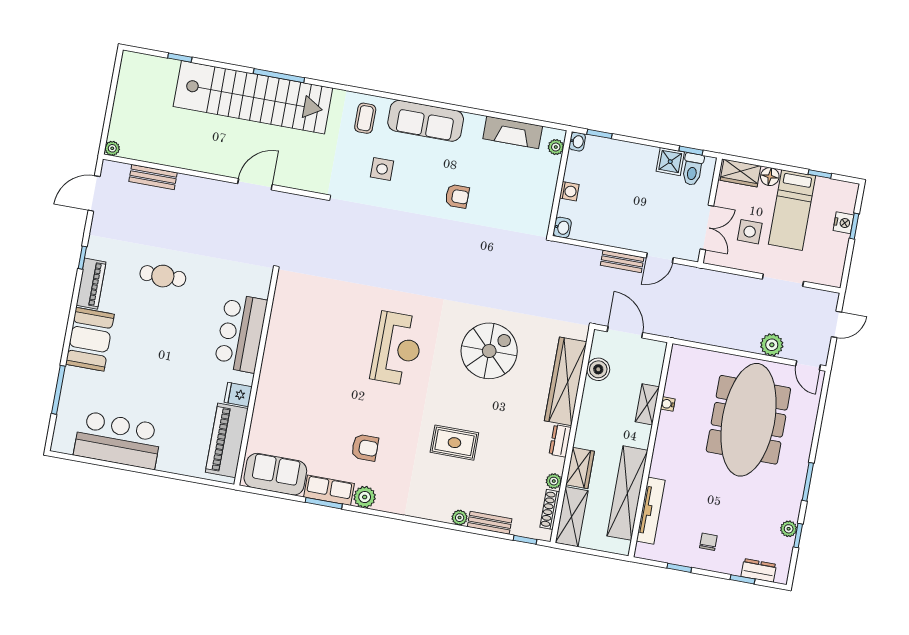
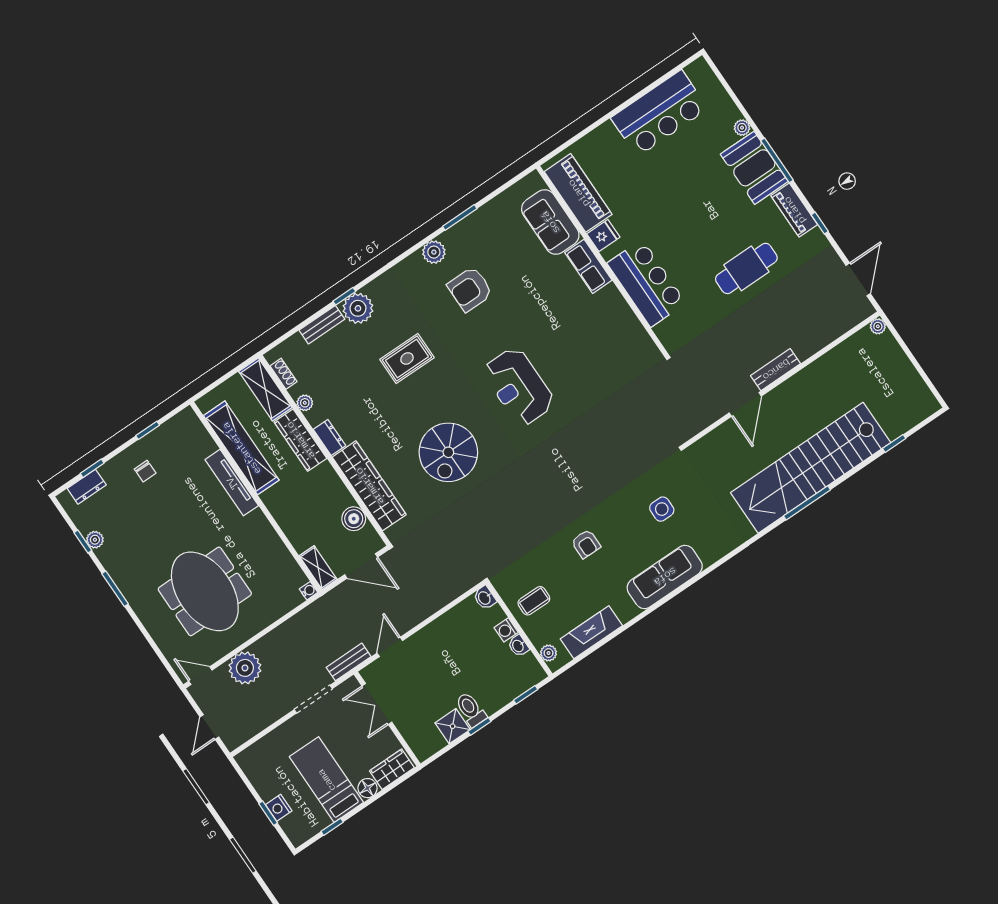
coffee table: (365, 118) -> (534, 601), moved, turned 90
washbasin: (577, 142) -> (518, 646), moved
window: (691, 151) -> (479, 726), moved
toilet: (693, 169) -> (471, 709), moved
bench: (153, 177) -> (776, 370), moved
armchair: (457, 196) -> (586, 544), turned -90
side table: (750, 232) -> (342, 732), removed
bench: (622, 261) -> (349, 662), moved
cafe table: (163, 276) -> (746, 268), width x1.37, depth x1.35
doorway: (783, 280) -> (313, 699), moved
plant: (772, 345) -> (245, 668), width x1.36, depth x1.36
plant: (71, 375) -> (742, 128), added
window: (58, 390) -> (777, 160), moved
shelving: (647, 404) -> (318, 568), moved
water cooler: (668, 404) -> (309, 591), moved
meeting table: (748, 420) -> (205, 591), width x0.73
armchair: (365, 448) -> (470, 289), width x1.38, depth x1.38
wardrobe: (580, 468) -> (300, 440), width x1.50
sofa: (275, 474) -> (550, 222), moved, turned 90
row of seats: (329, 490) -> (588, 266), moved, turned 90
shoe rack: (550, 509) -> (284, 374), width x0.70
tv unit: (651, 511) -> (232, 483), moved
plant: (460, 518) -> (358, 308), width x1.88, depth x1.88
window: (525, 540) -> (344, 296), moved

